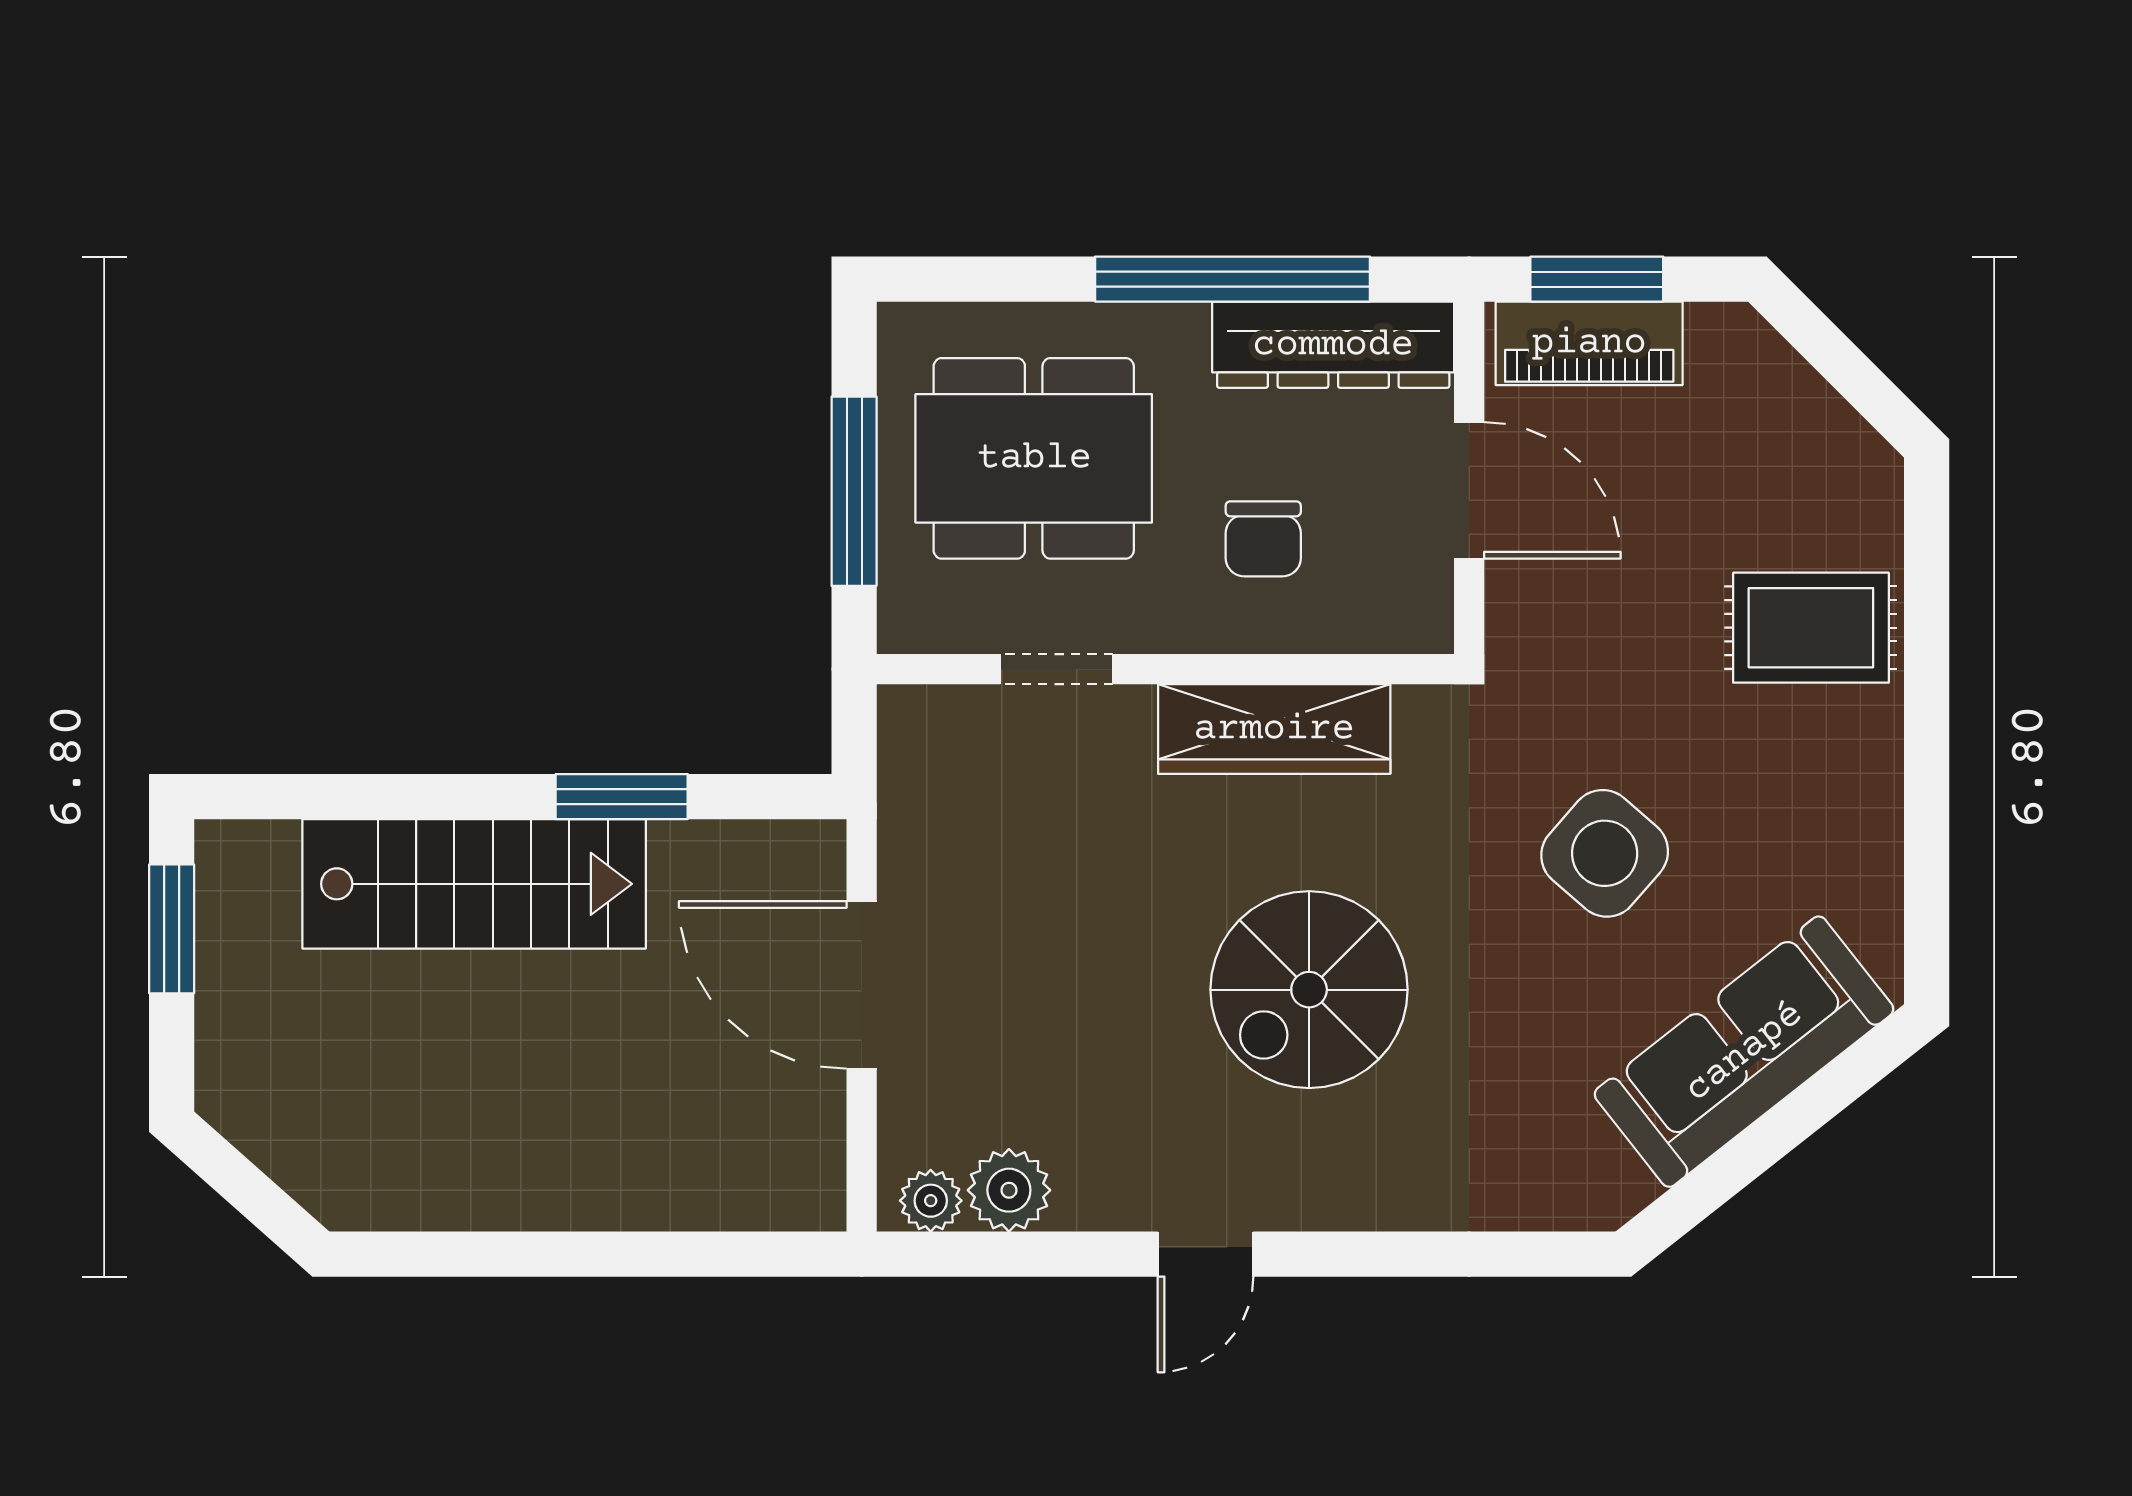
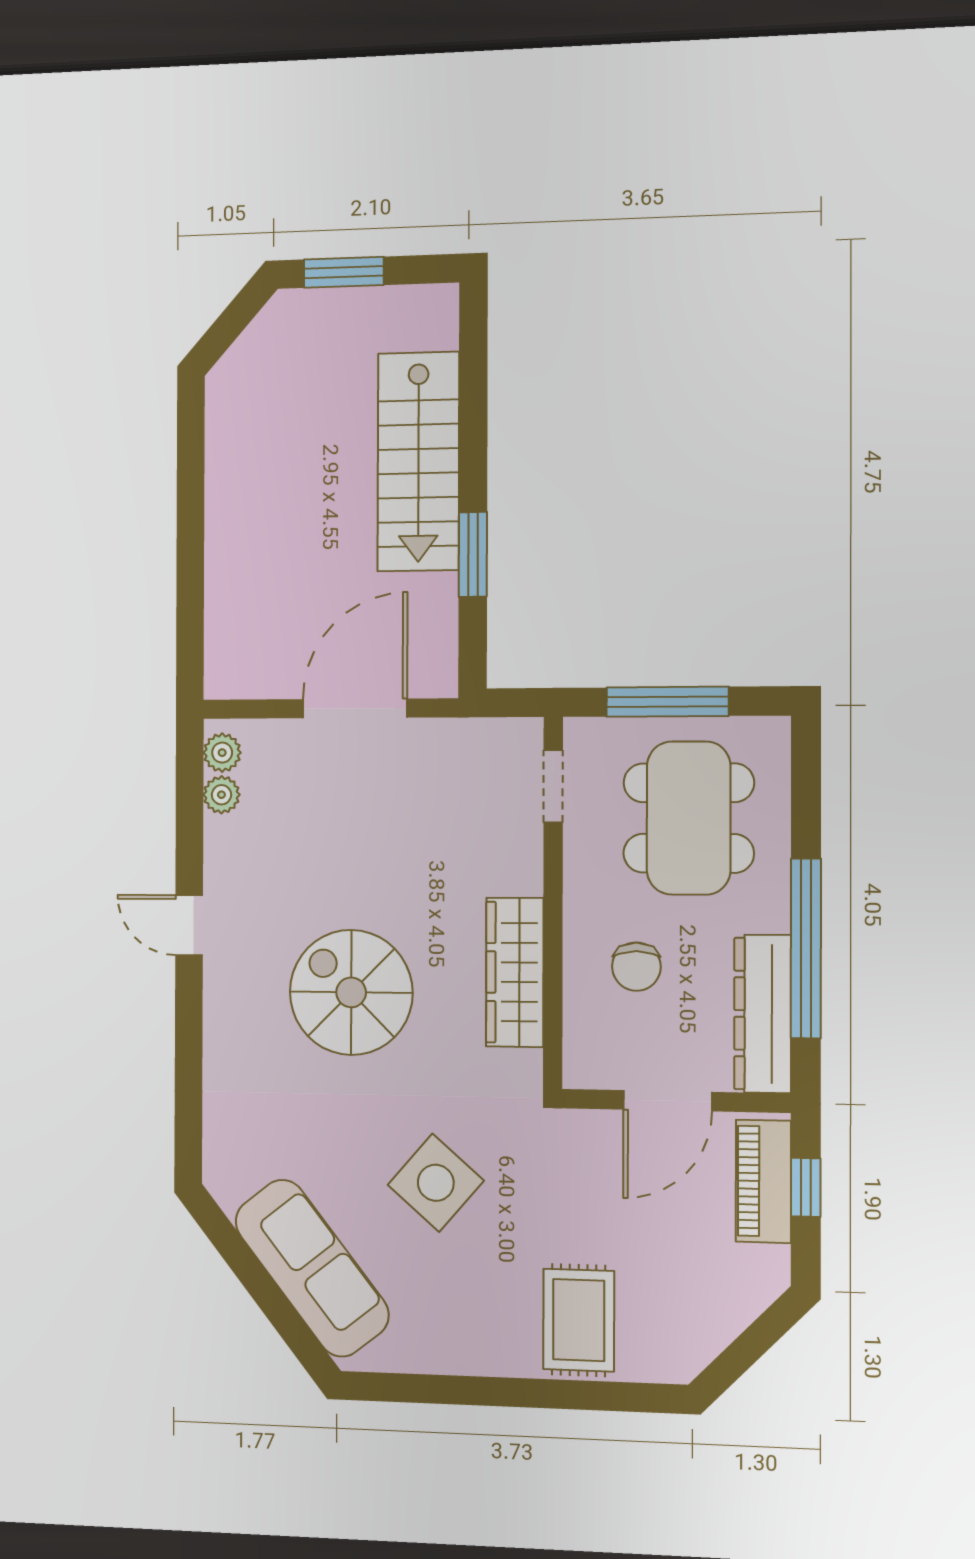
window: (1597, 279) -> (806, 1187), width x0.67
chair: (1263, 539) -> (636, 967), turned -90
doorway: (1057, 669) -> (553, 786), moved
window: (172, 929) -> (344, 272), moved
plant: (1009, 1190) -> (221, 795), width x0.73, depth x0.73

